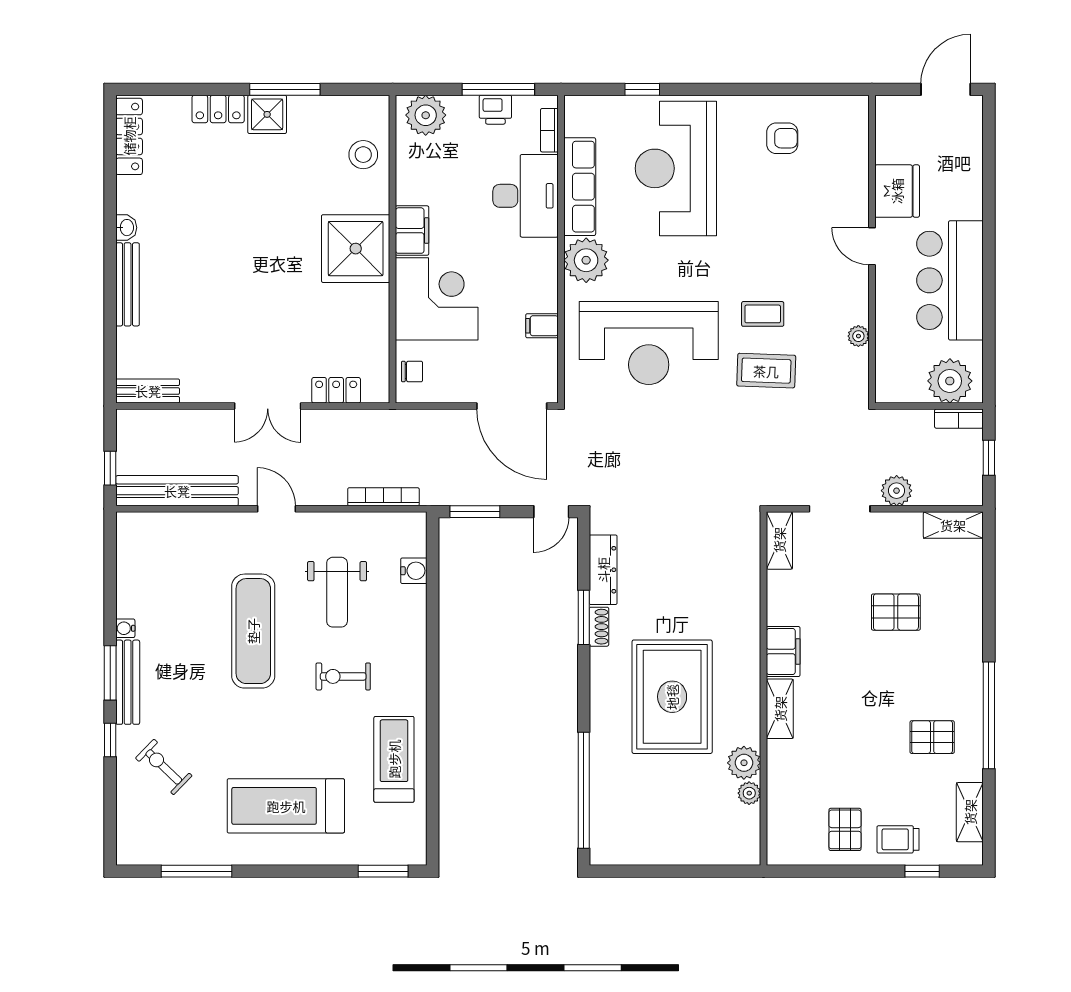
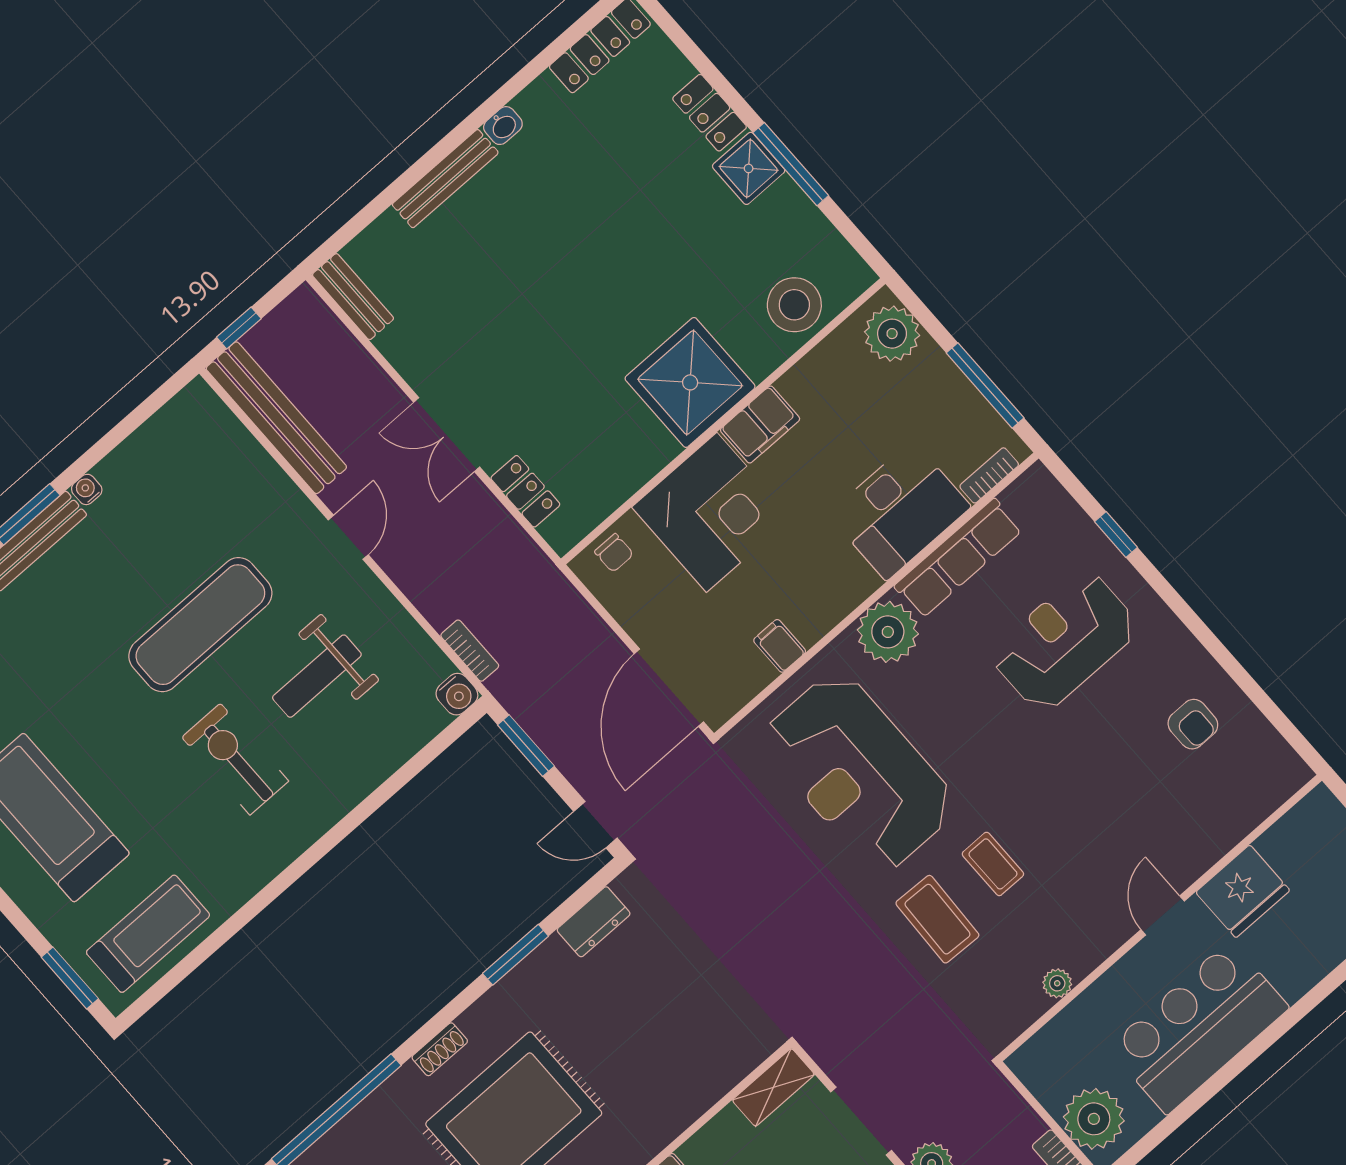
printer: (495, 110) -> (961, 401), removed
stool: (363, 155) -> (794, 305), width x1.38, depth x1.38
reception desk: (676, 168) -> (1065, 641), width x0.74, depth x0.77
bookcase: (383, 497) -> (470, 651), width x0.64
dresser: (603, 570) -> (594, 922), width x0.70
water cooler: (414, 571) -> (457, 694), moved
shoe rack: (599, 627) -> (440, 1049), moved
exercise bike: (343, 676) -> (235, 759), width x1.38, depth x1.39
treadmill: (394, 759) -> (148, 934), moved

